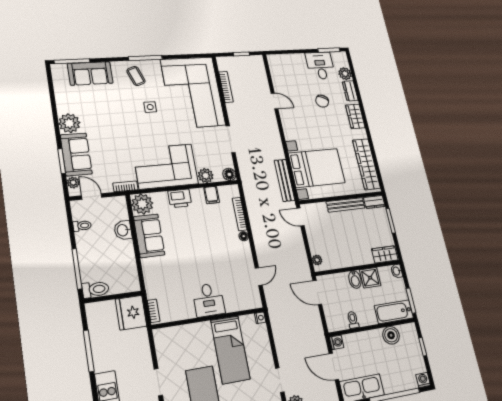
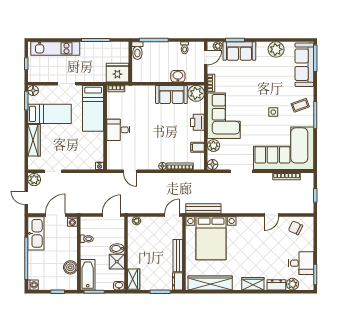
sofa: (90, 73) -> (304, 65), width x1.36
chair: (322, 101) -> (295, 228), moved
plant: (69, 123) -> (276, 49), moved
bed: (230, 350) -> (93, 108), moved, turned -90

